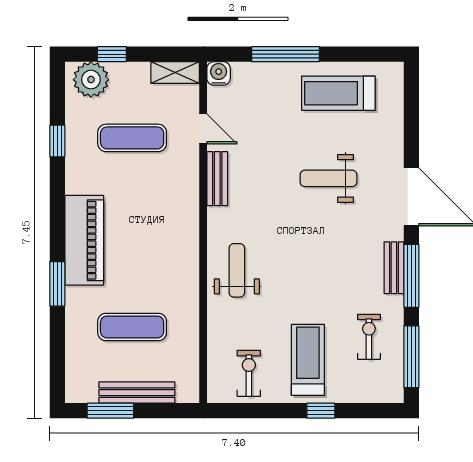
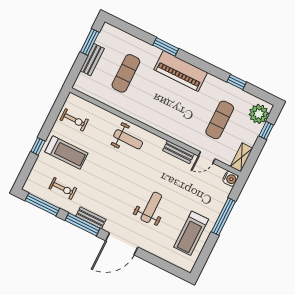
treadmill: (338, 93) -> (191, 233), turned 180
bench: (137, 393) -> (92, 60), width x0.73

